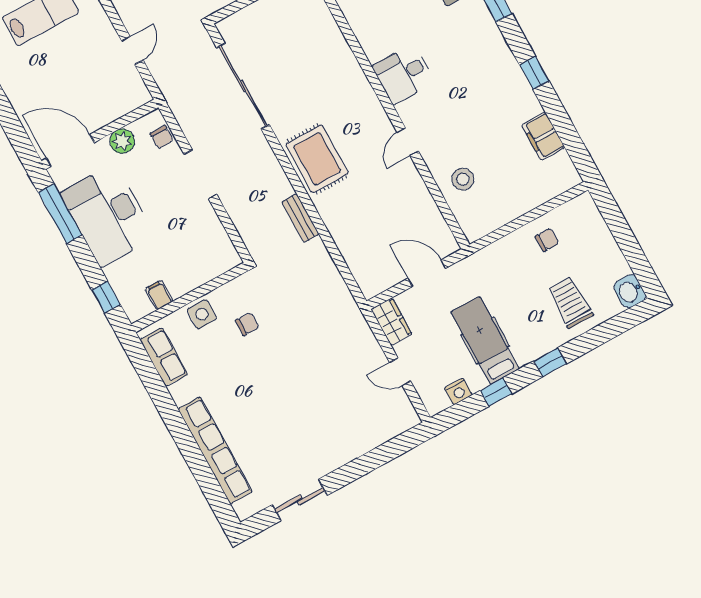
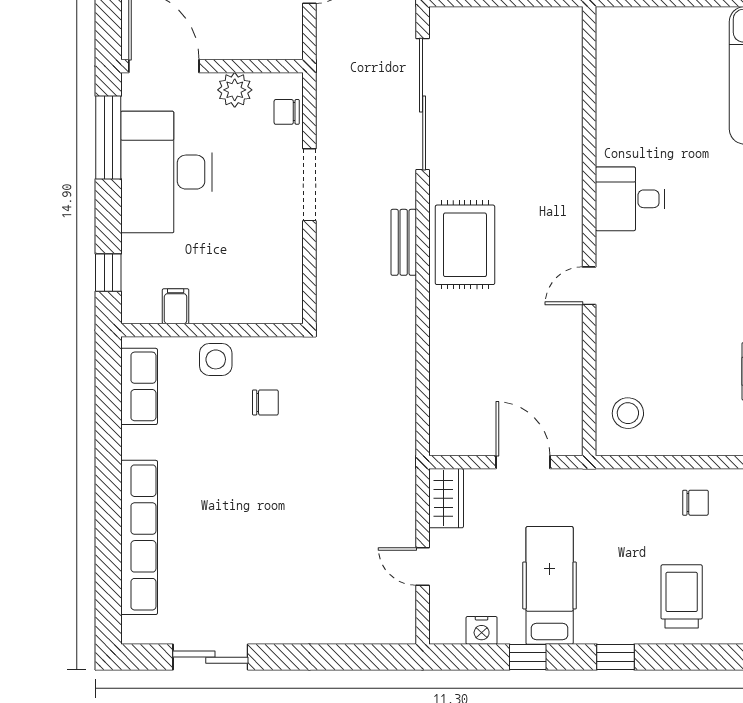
chair: (162, 137) -> (287, 112), turned 90
stool: (463, 179) -> (628, 413), moved
bench: (300, 218) -> (404, 242), moved

